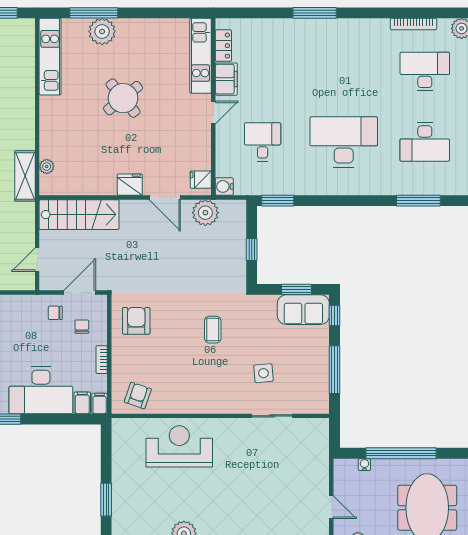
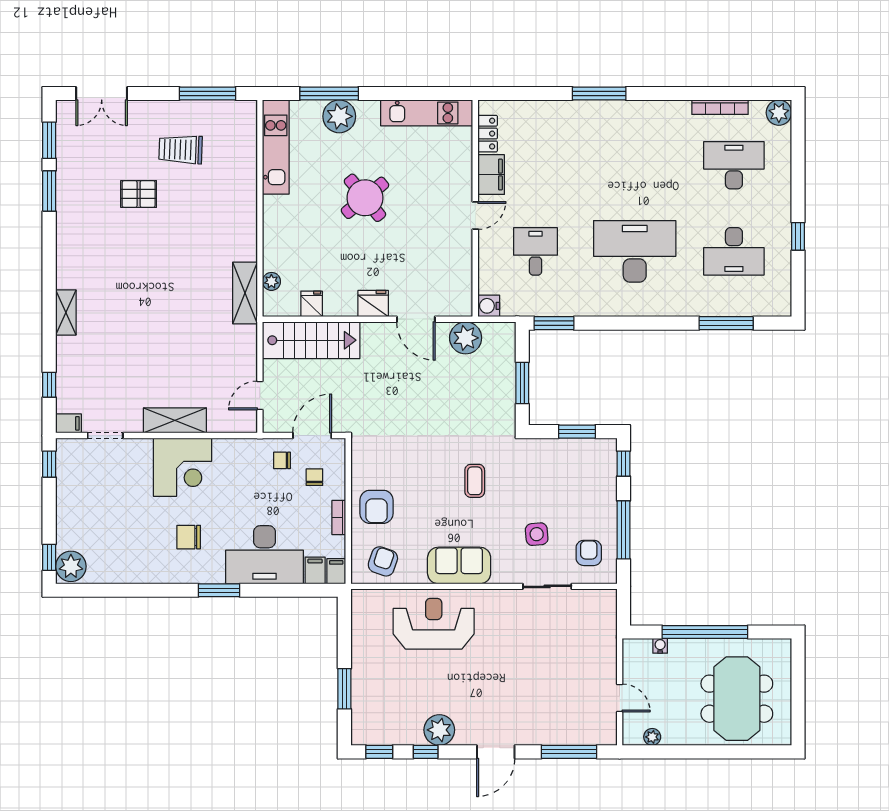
kitchen unit: (201, 56) -> (427, 113), moved, turned -90
fridge: (201, 180) -> (312, 304), moved, turned 90
window: (252, 250) -> (522, 383), width x1.50
sofa: (303, 310) -> (459, 565), moved, turned 180
armchair: (136, 321) -> (377, 507), moved, turned 180
armchair: (306, 389) -> (589, 553), added

